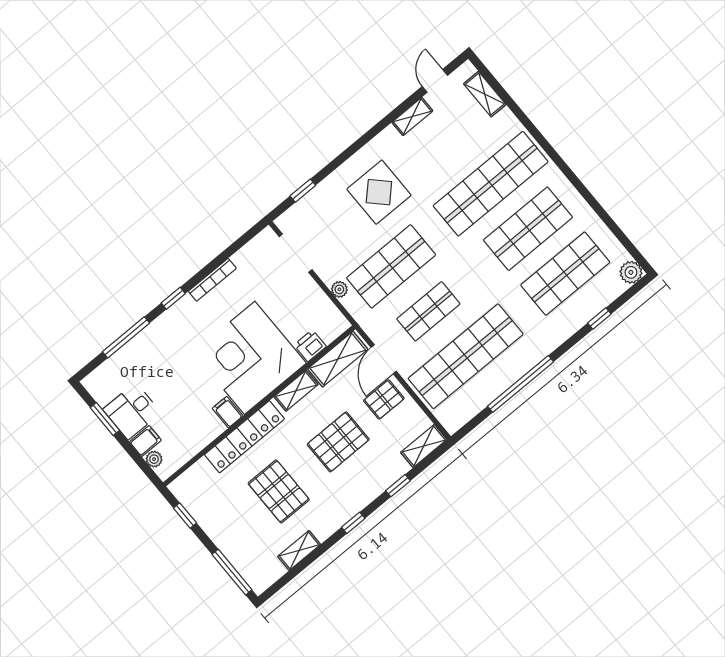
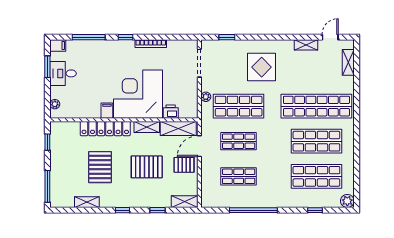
shop shelf: (466, 356) -> (239, 176), width x0.50, depth x0.74
filing cabinet: (145, 441) -> (58, 45), moved

